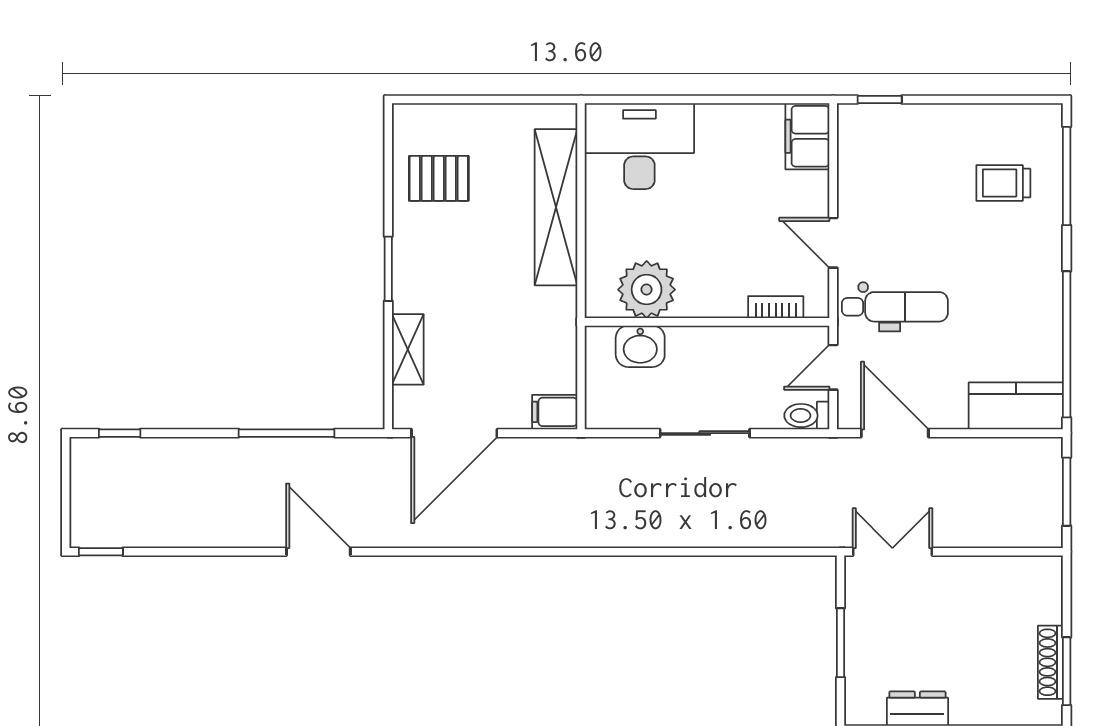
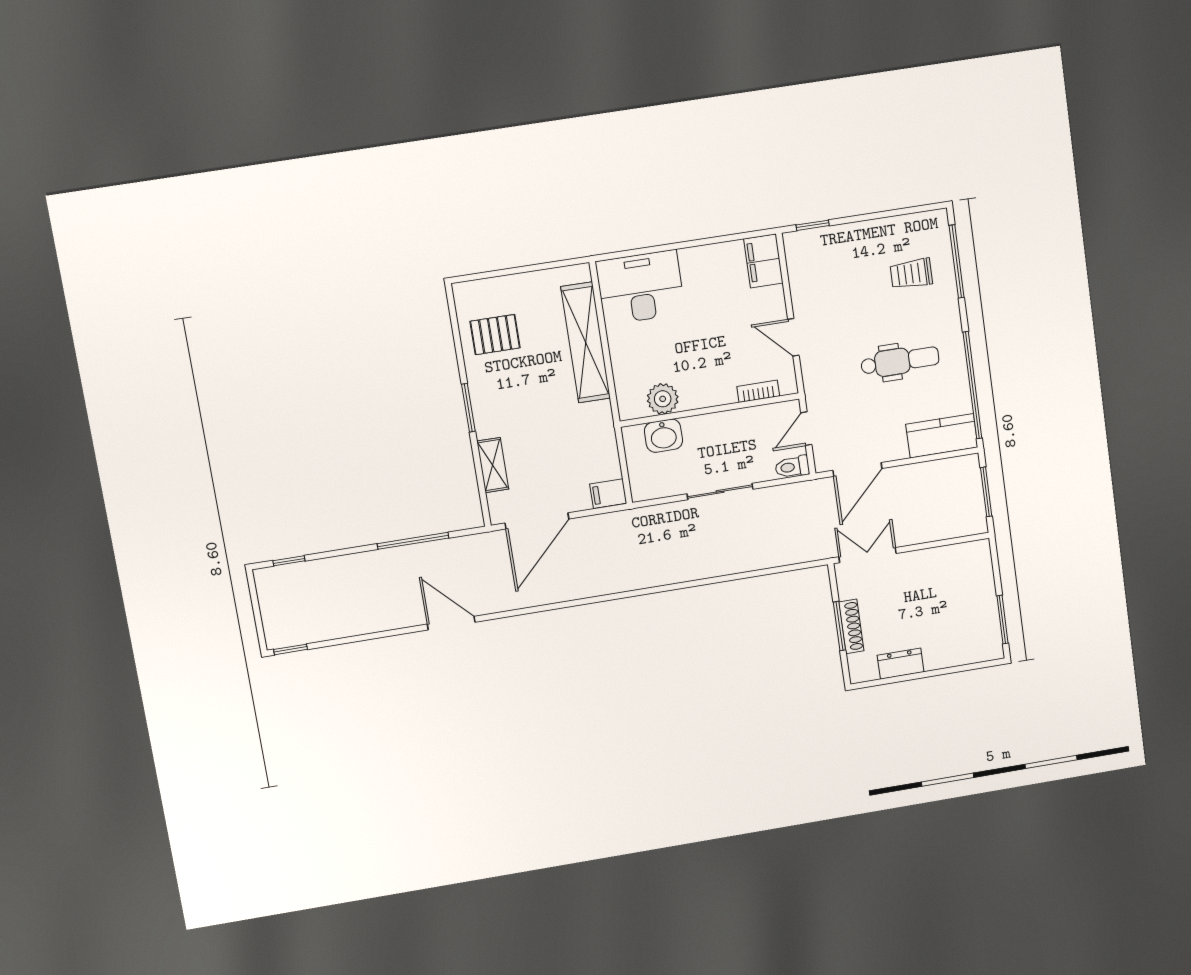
plant: (647, 290) -> (663, 399), width x0.73, depth x0.73
dental chair: (895, 307) -> (900, 361), moved
door: (895, 433) -> (857, 469), swing flipped
shoe rack: (1050, 662) -> (851, 626), moved, turned 180

